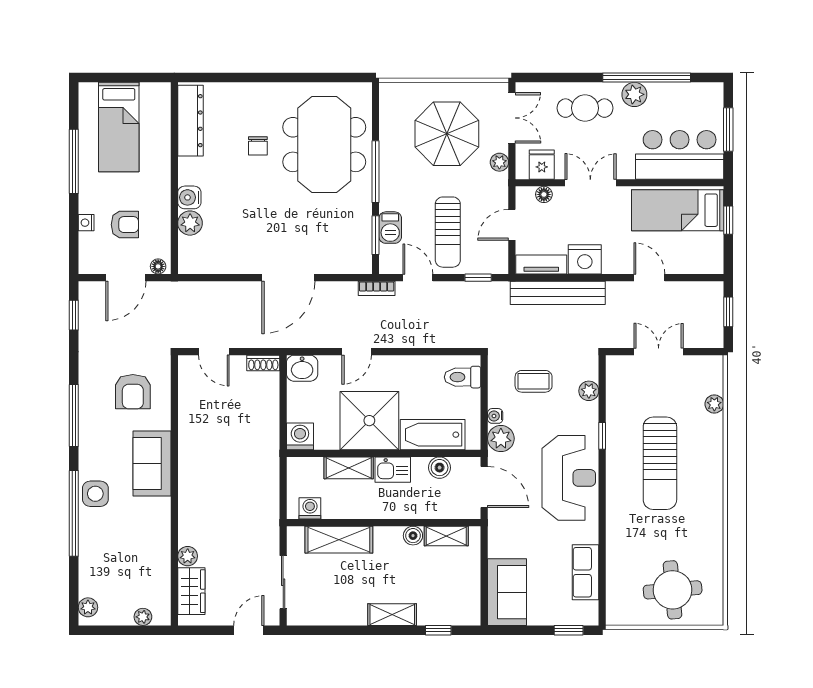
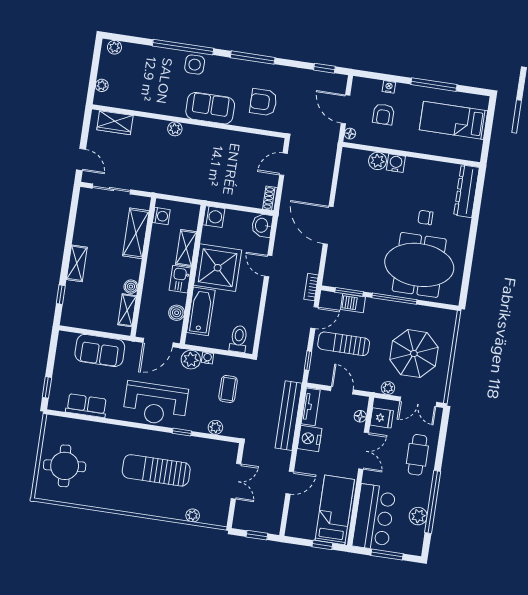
plant: (634, 94) -> (418, 516), moved
dresser: (190, 121) -> (466, 191), moved, turned 90
plant: (188, 556) -> (175, 129), moved
sofa: (507, 592) -> (100, 350), moved

